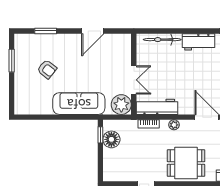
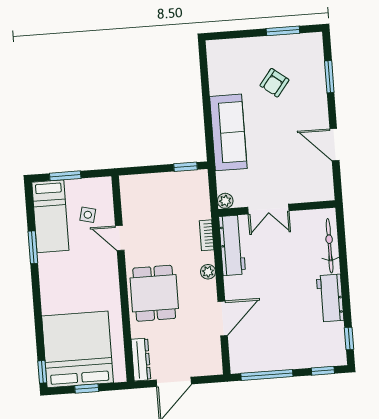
plant: (121, 105) -> (225, 201), width x0.53, depth x0.53
floor lamp: (111, 139) -> (180, 183), removed

